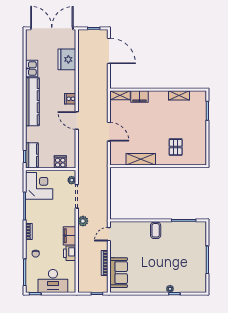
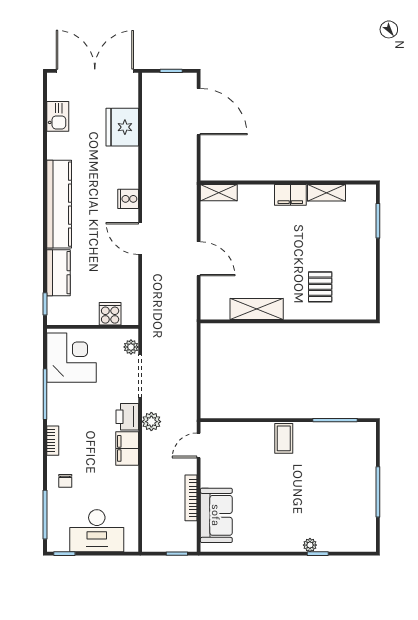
kitchen sink: (32, 68) -> (58, 116), moved
filing cabinet: (140, 97) -> (290, 195), moved
kitchen counter: (32, 155) -> (58, 273), moved
printer: (70, 253) -> (127, 417), moved

